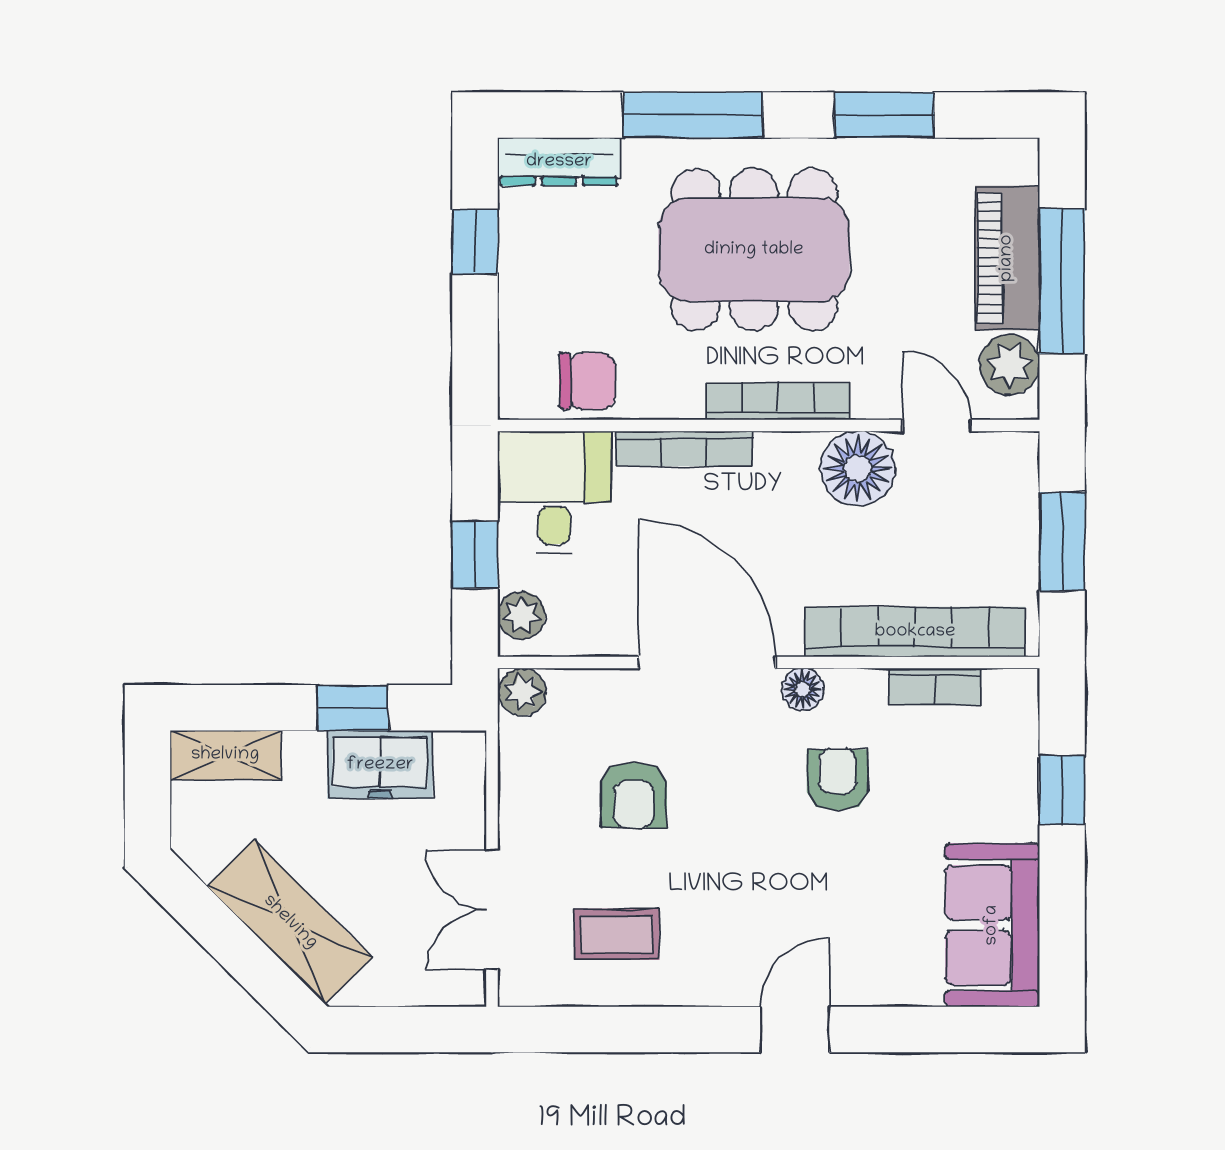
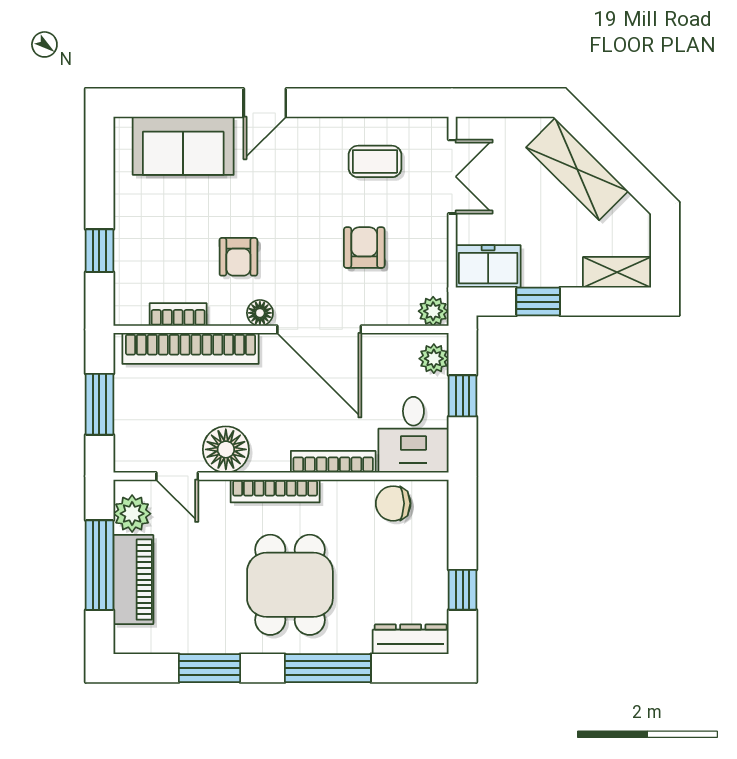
dining table: (754, 250) -> (290, 585), width x0.73
freezer: (380, 765) -> (488, 266), moved
sofa: (992, 925) -> (183, 146), moved, turned 90

